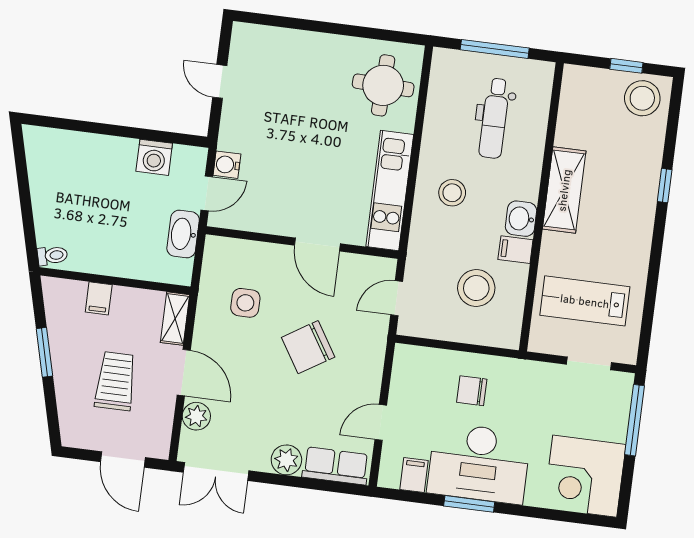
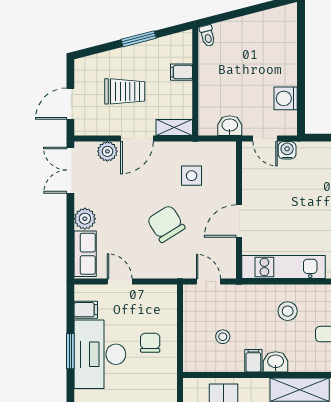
washbasin: (183, 234) -> (230, 126), width x0.72
stool: (476, 288) -> (223, 337), width x0.53, depth x0.53

